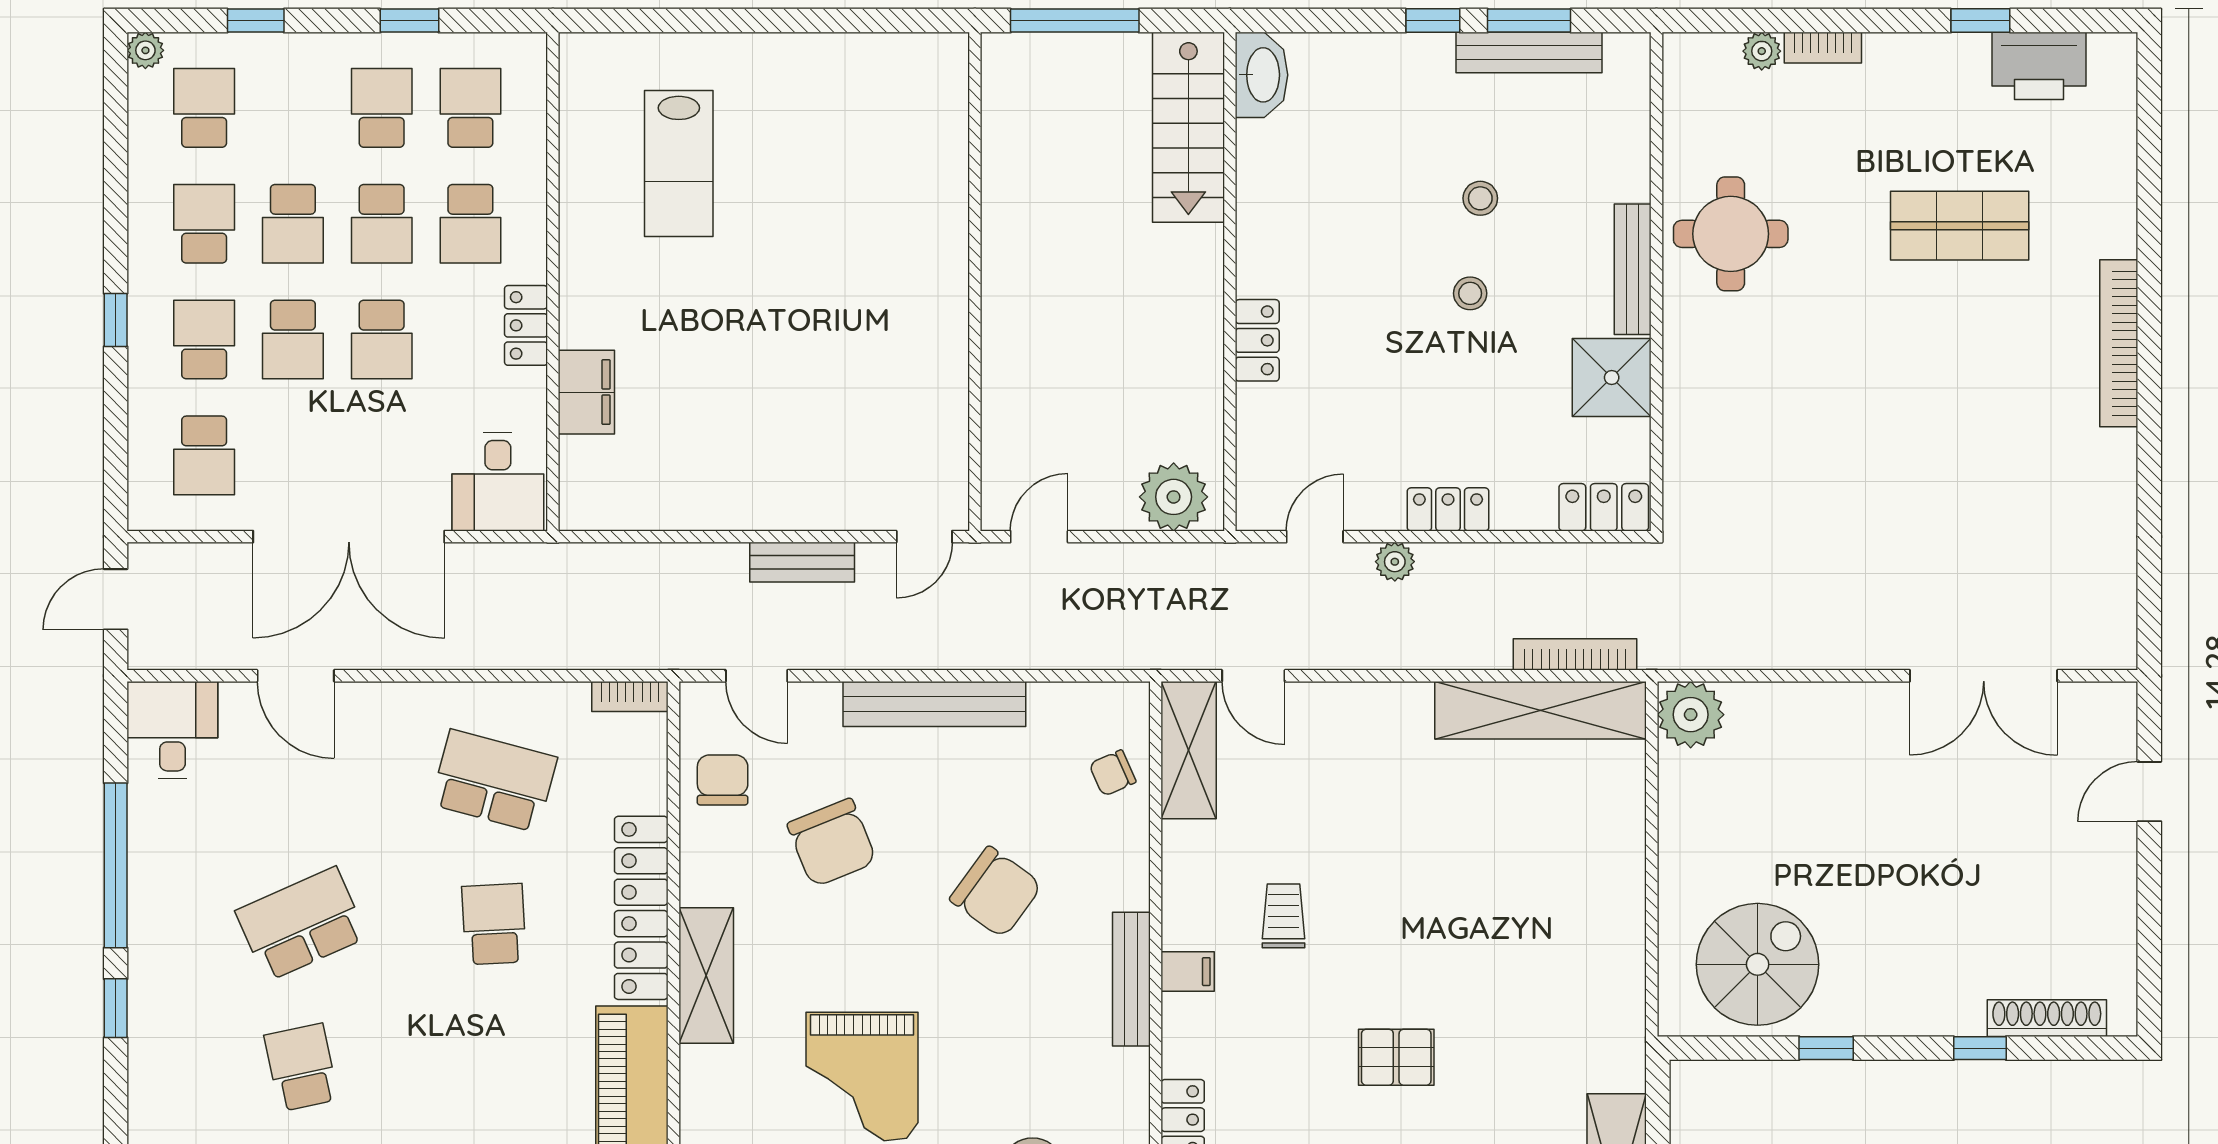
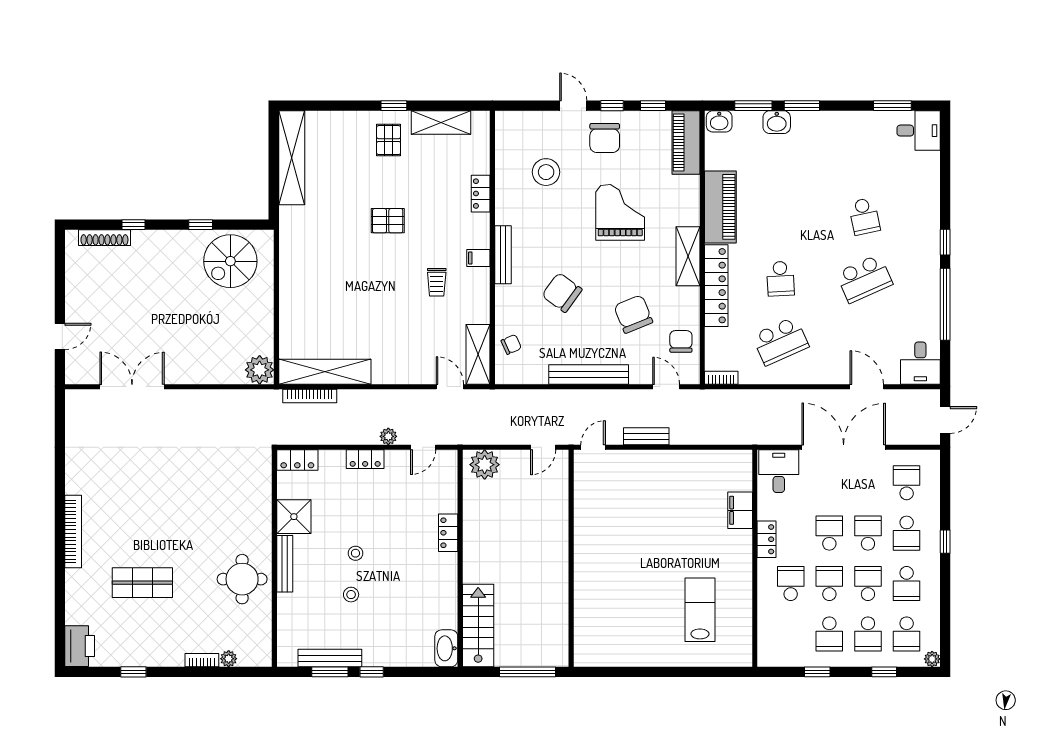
printer: (2039, 66) -> (80, 646), moved, turned 90
school desk: (470, 108) -> (868, 634), moved
chair: (723, 780) -> (681, 341), turned 180
school desk: (494, 781) -> (780, 341), turned -39

